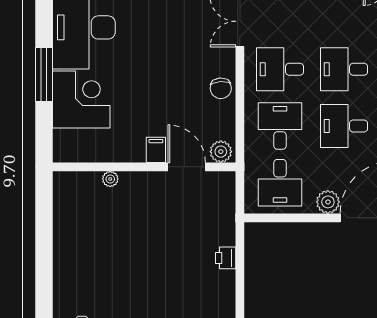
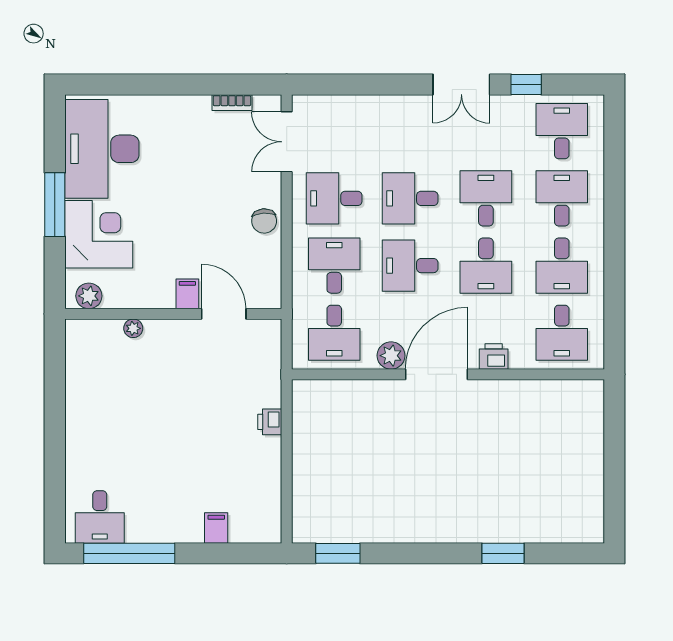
plant: (221, 152) -> (89, 296), moved

